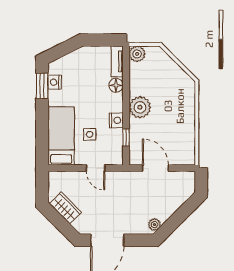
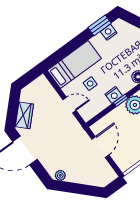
window: (126, 137) -> (121, 100), moved
door: (96, 168) -> (70, 105), swing flipped
wardrobe: (65, 208) -> (24, 115), moved

